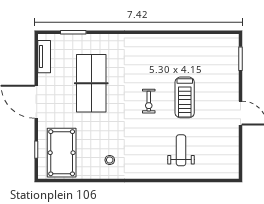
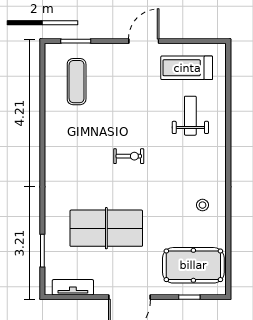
exercise mat: (208, 60) -> (77, 82), added
treadmill: (185, 97) -> (187, 68), moved, turned 180
weight bench: (181, 150) -> (190, 116), turned 90

